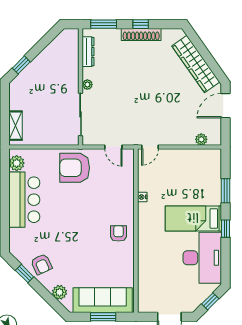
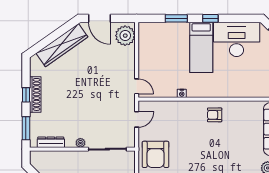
plant: (201, 139) -> (125, 36), width x1.87, depth x1.87

